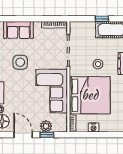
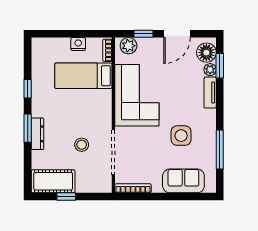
stool: (98, 64) -> (82, 145), moved
bed: (90, 95) -> (83, 76), width x0.49
plant: (46, 126) -> (129, 46), moved
door: (23, 135) -> (177, 34), hinge flipped

